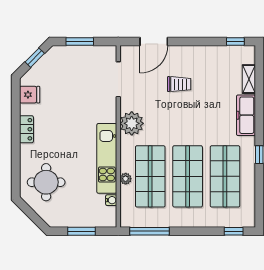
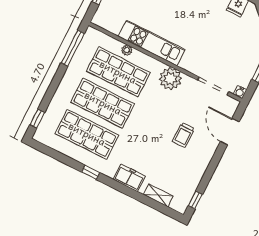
freezer: (246, 115) -> (129, 178), width x0.71
water cooler: (111, 200) -> (240, 92), moved

